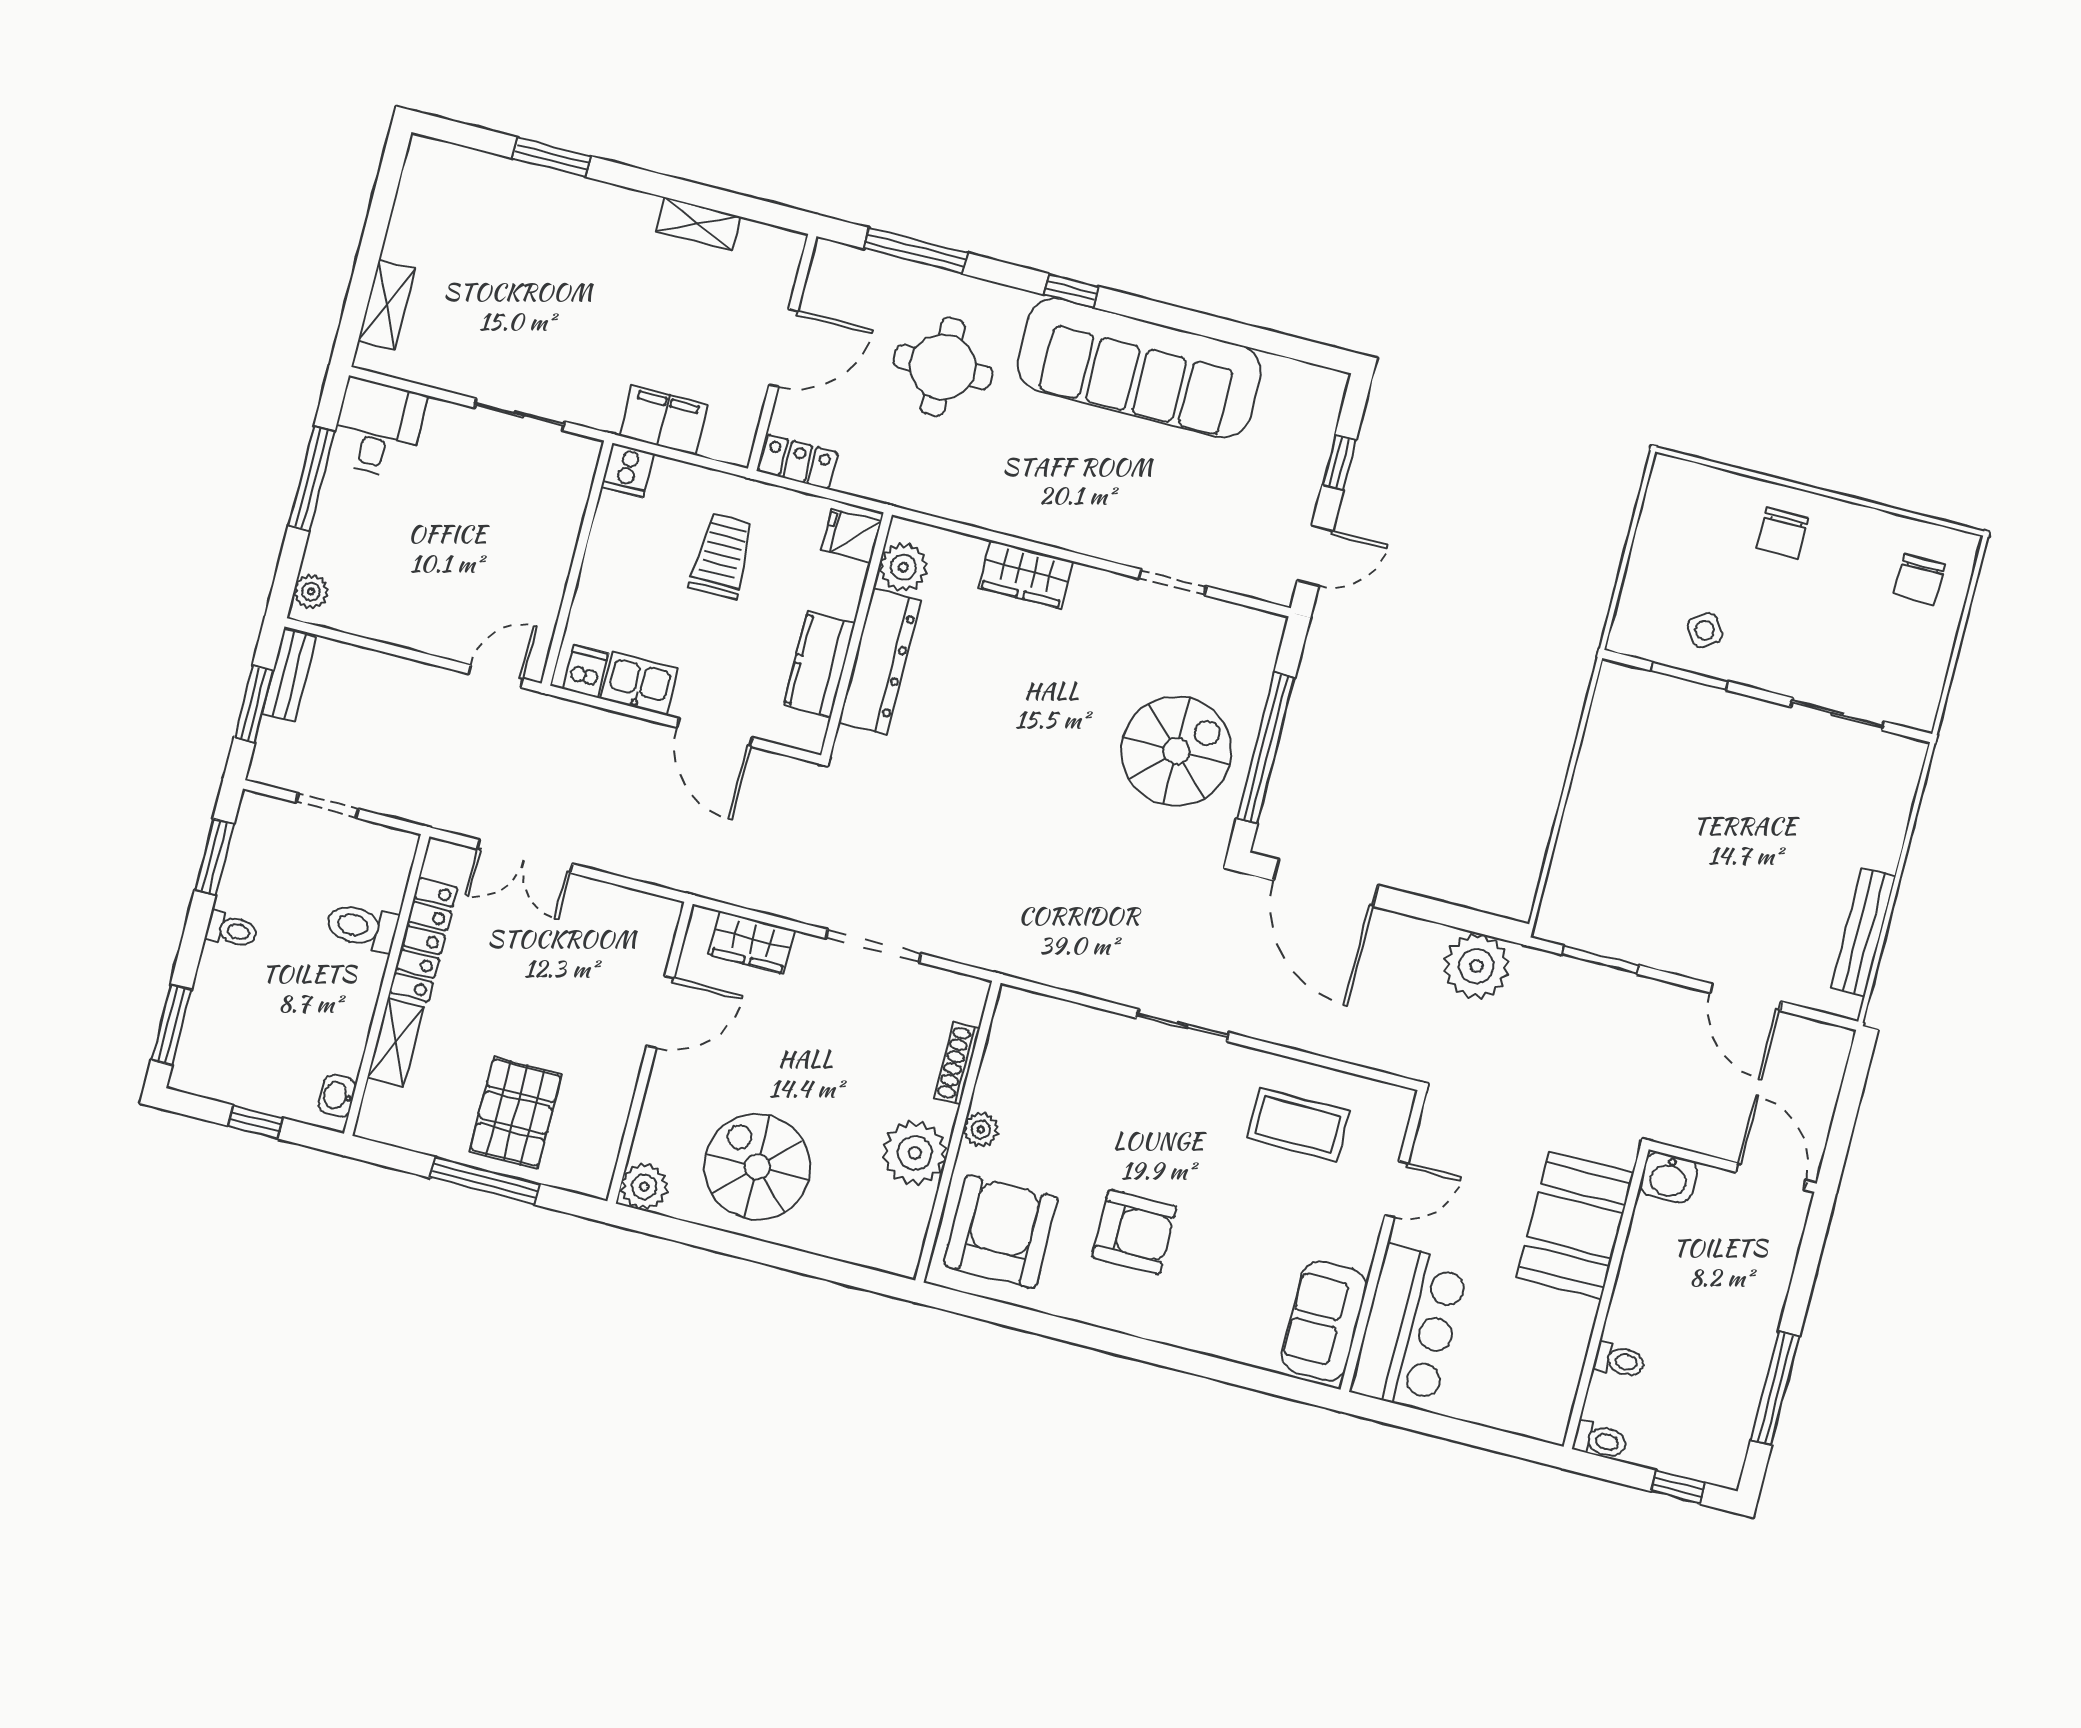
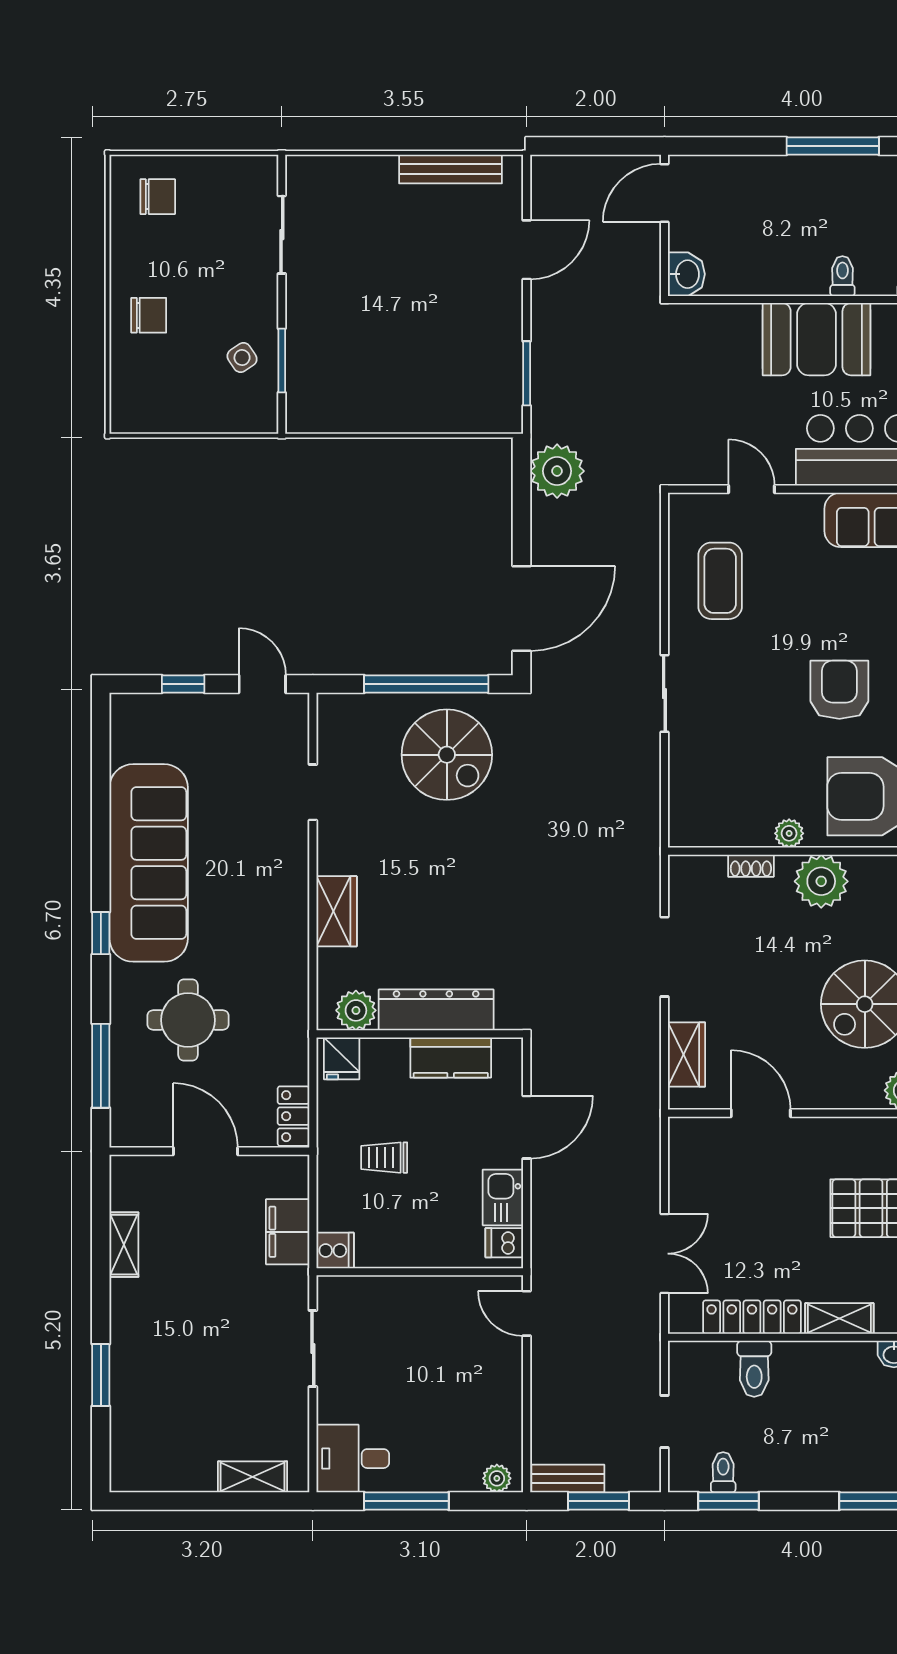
trolley: (722, 556) -> (384, 1158), width x0.73, depth x0.72
spiral stairs: (1176, 751) -> (447, 755), turned 180
toilet: (232, 930) -> (723, 1472), moved
shoe rack: (957, 1063) -> (751, 866), width x0.70
booth: (1575, 1225) -> (817, 339), moved

